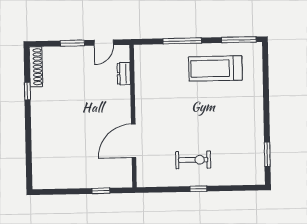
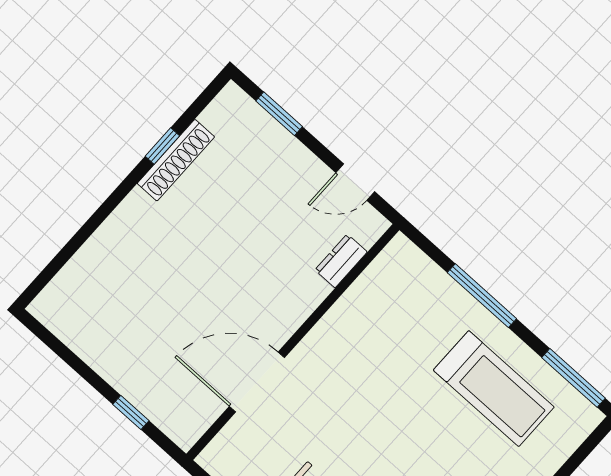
window: (72, 43) -> (279, 114), moved
shoe rack: (36, 67) -> (176, 160), moved
treadmill: (215, 68) -> (494, 389), turned 180

